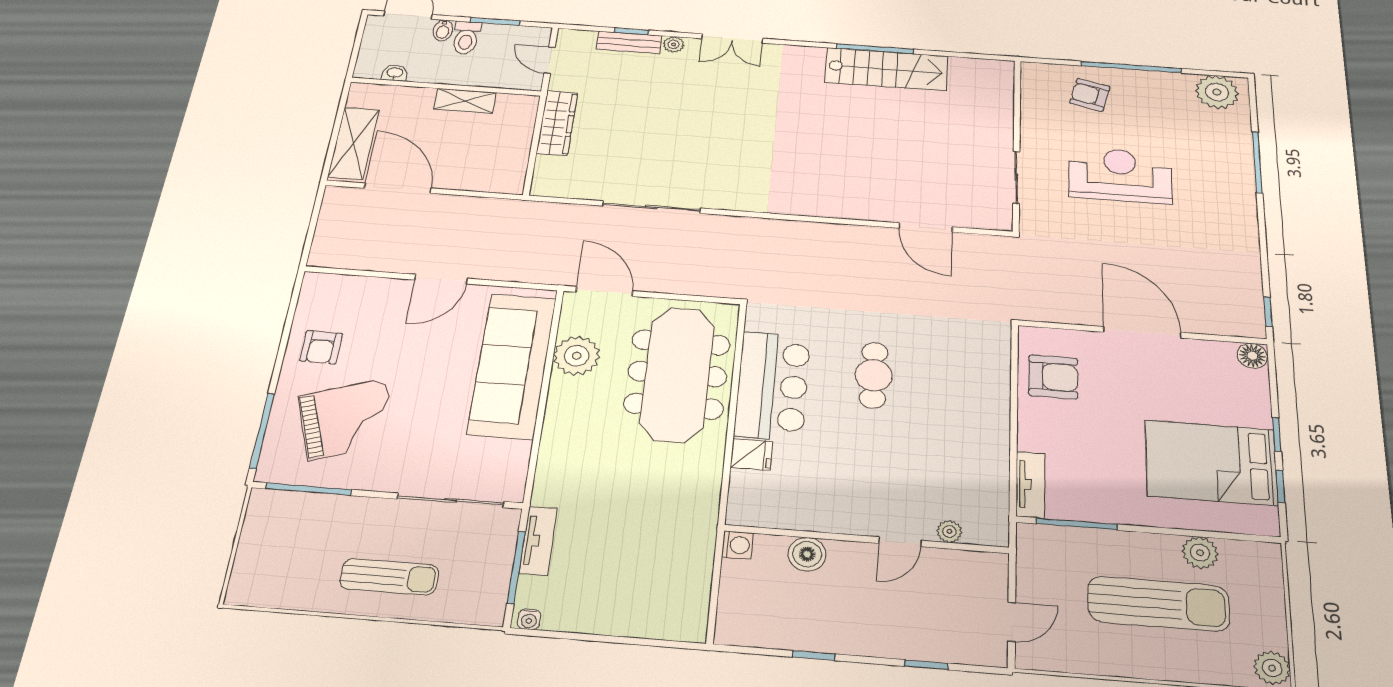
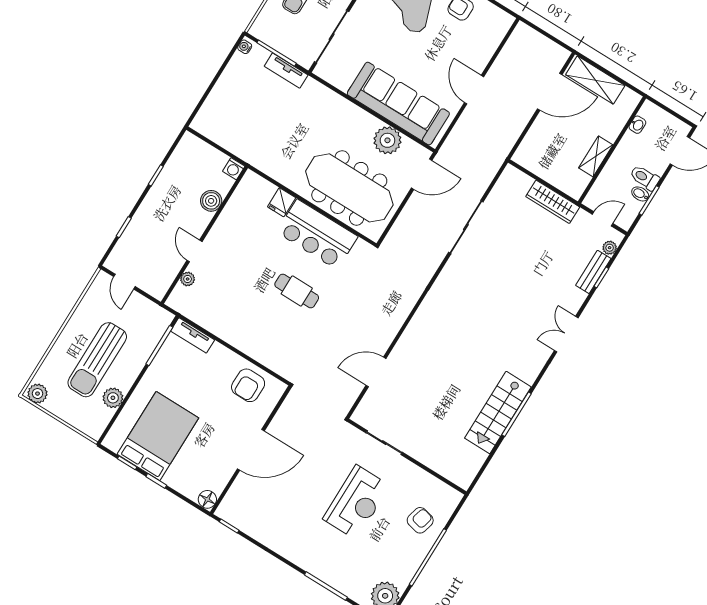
bidet: (443, 30) -> (640, 194), moved
plant: (674, 44) -> (610, 248), moved

